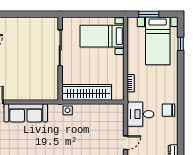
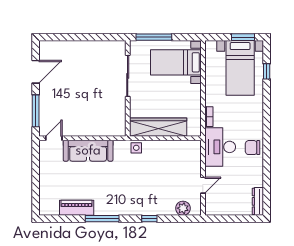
window: (83, 14) -> (154, 37), added
window: (149, 14) -> (243, 37), moved
desk: (140, 114) -> (220, 147), width x1.37

